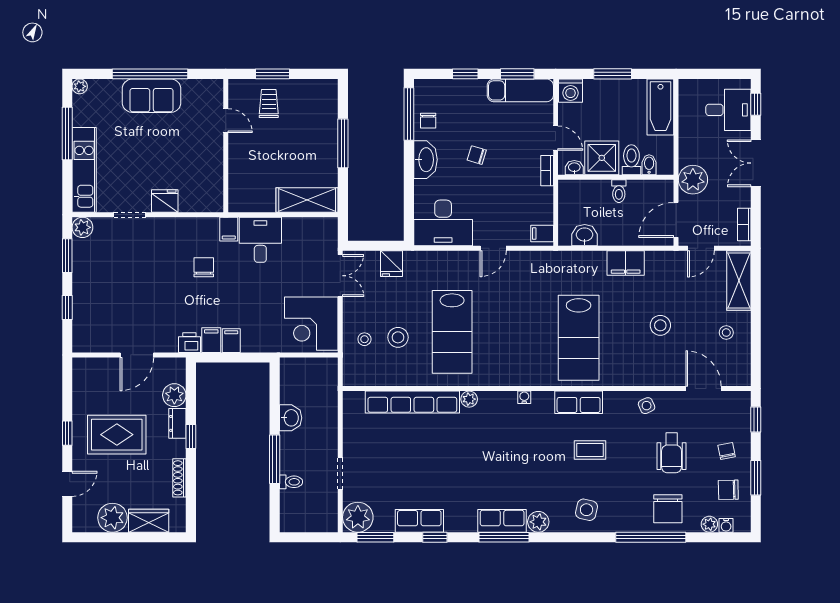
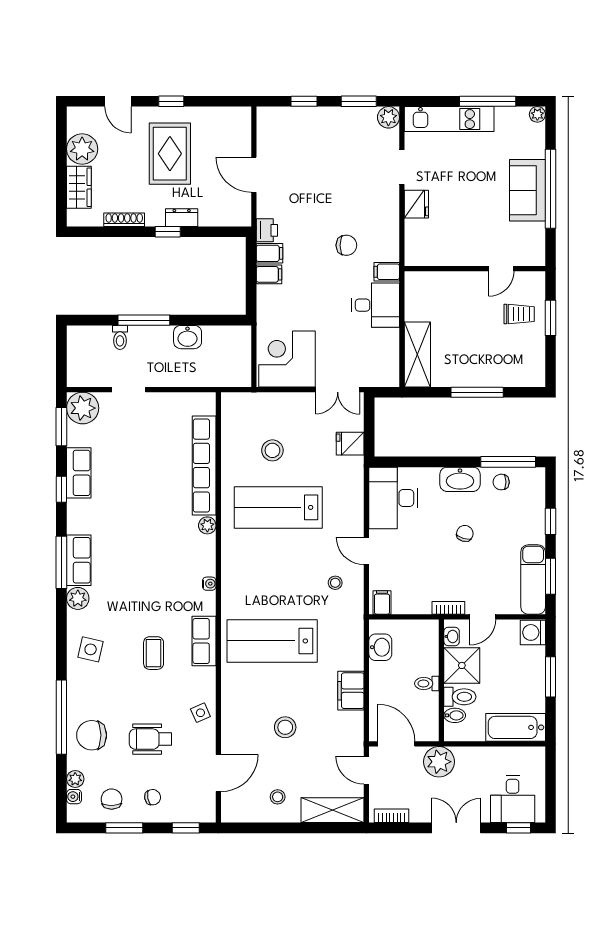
stool: (364, 339) -> (335, 583), moved
plant: (174, 395) -> (211, 214), removed

